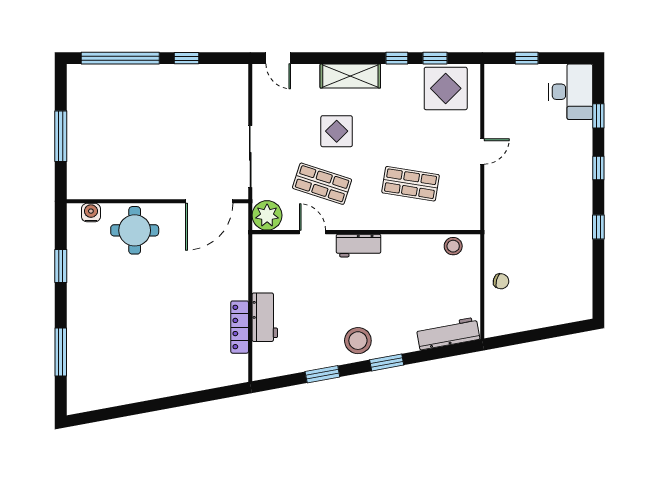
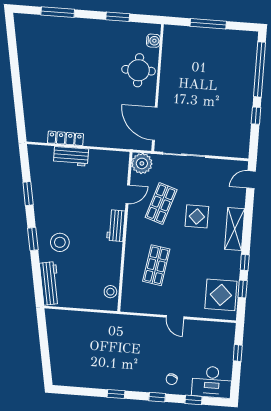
chair: (501, 281) -> (172, 379), moved
stool: (358, 341) -> (60, 242), moved

